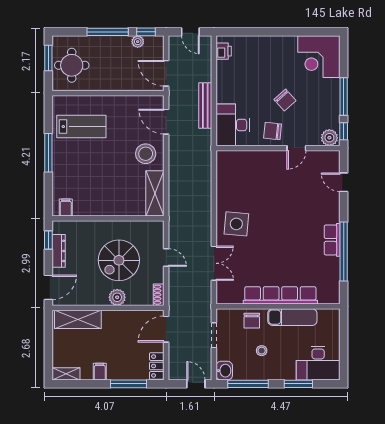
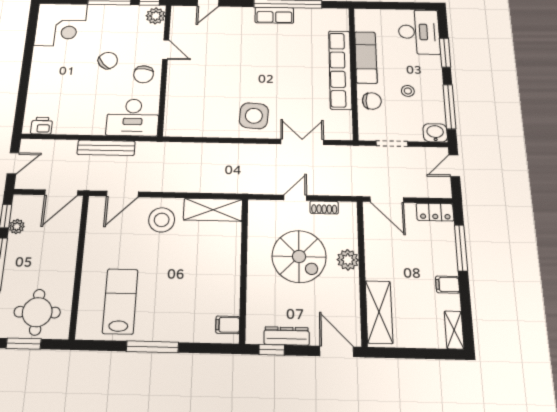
shoe rack: (159, 295) -> (324, 207), moved

